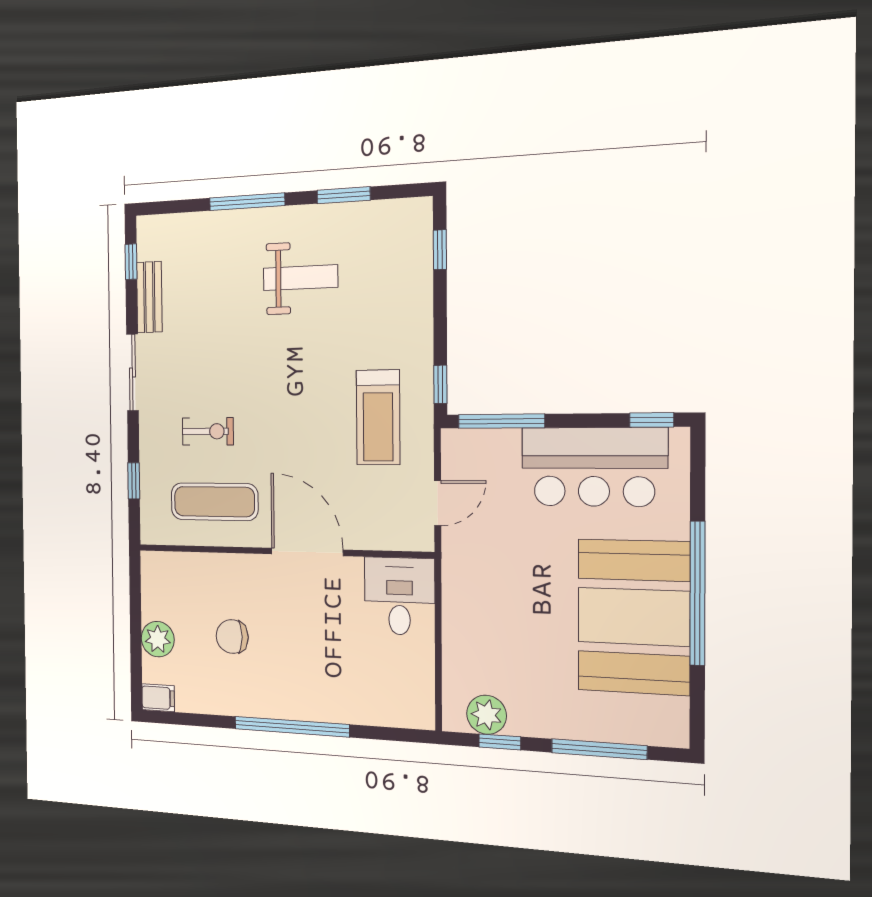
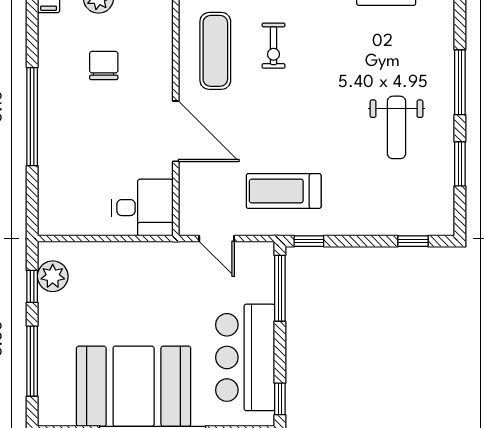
door: (307, 552) -> (176, 131), hinge flipped

